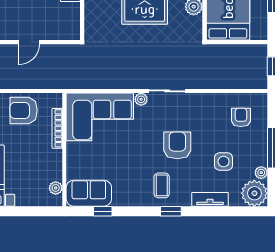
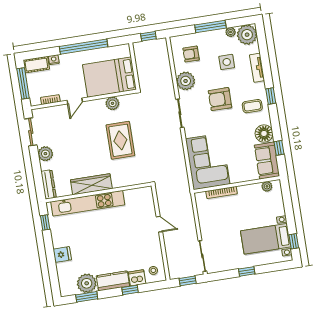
plant: (141, 99) -> (186, 81), moved, width x1.88, depth x1.88
armchair: (24, 110) -> (212, 220), removed
floor lamp: (124, 195) -> (264, 133), added

